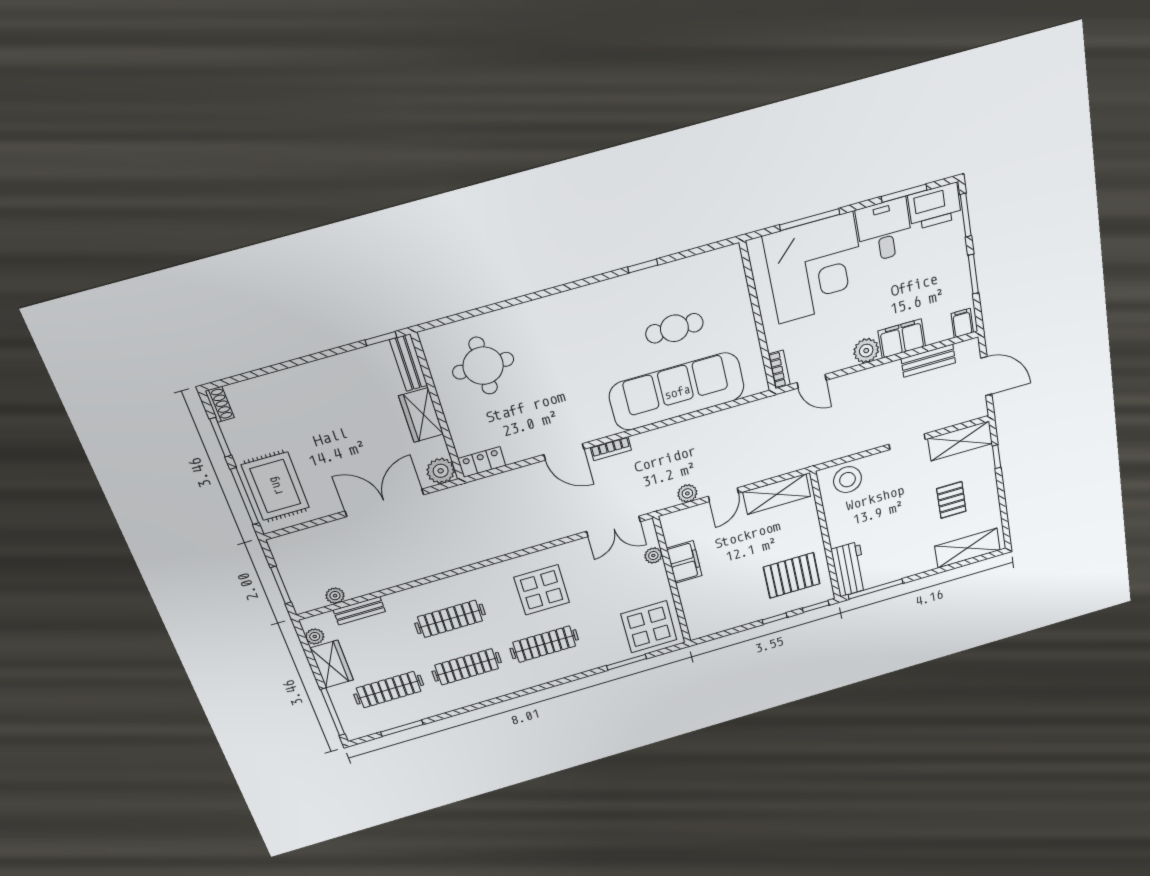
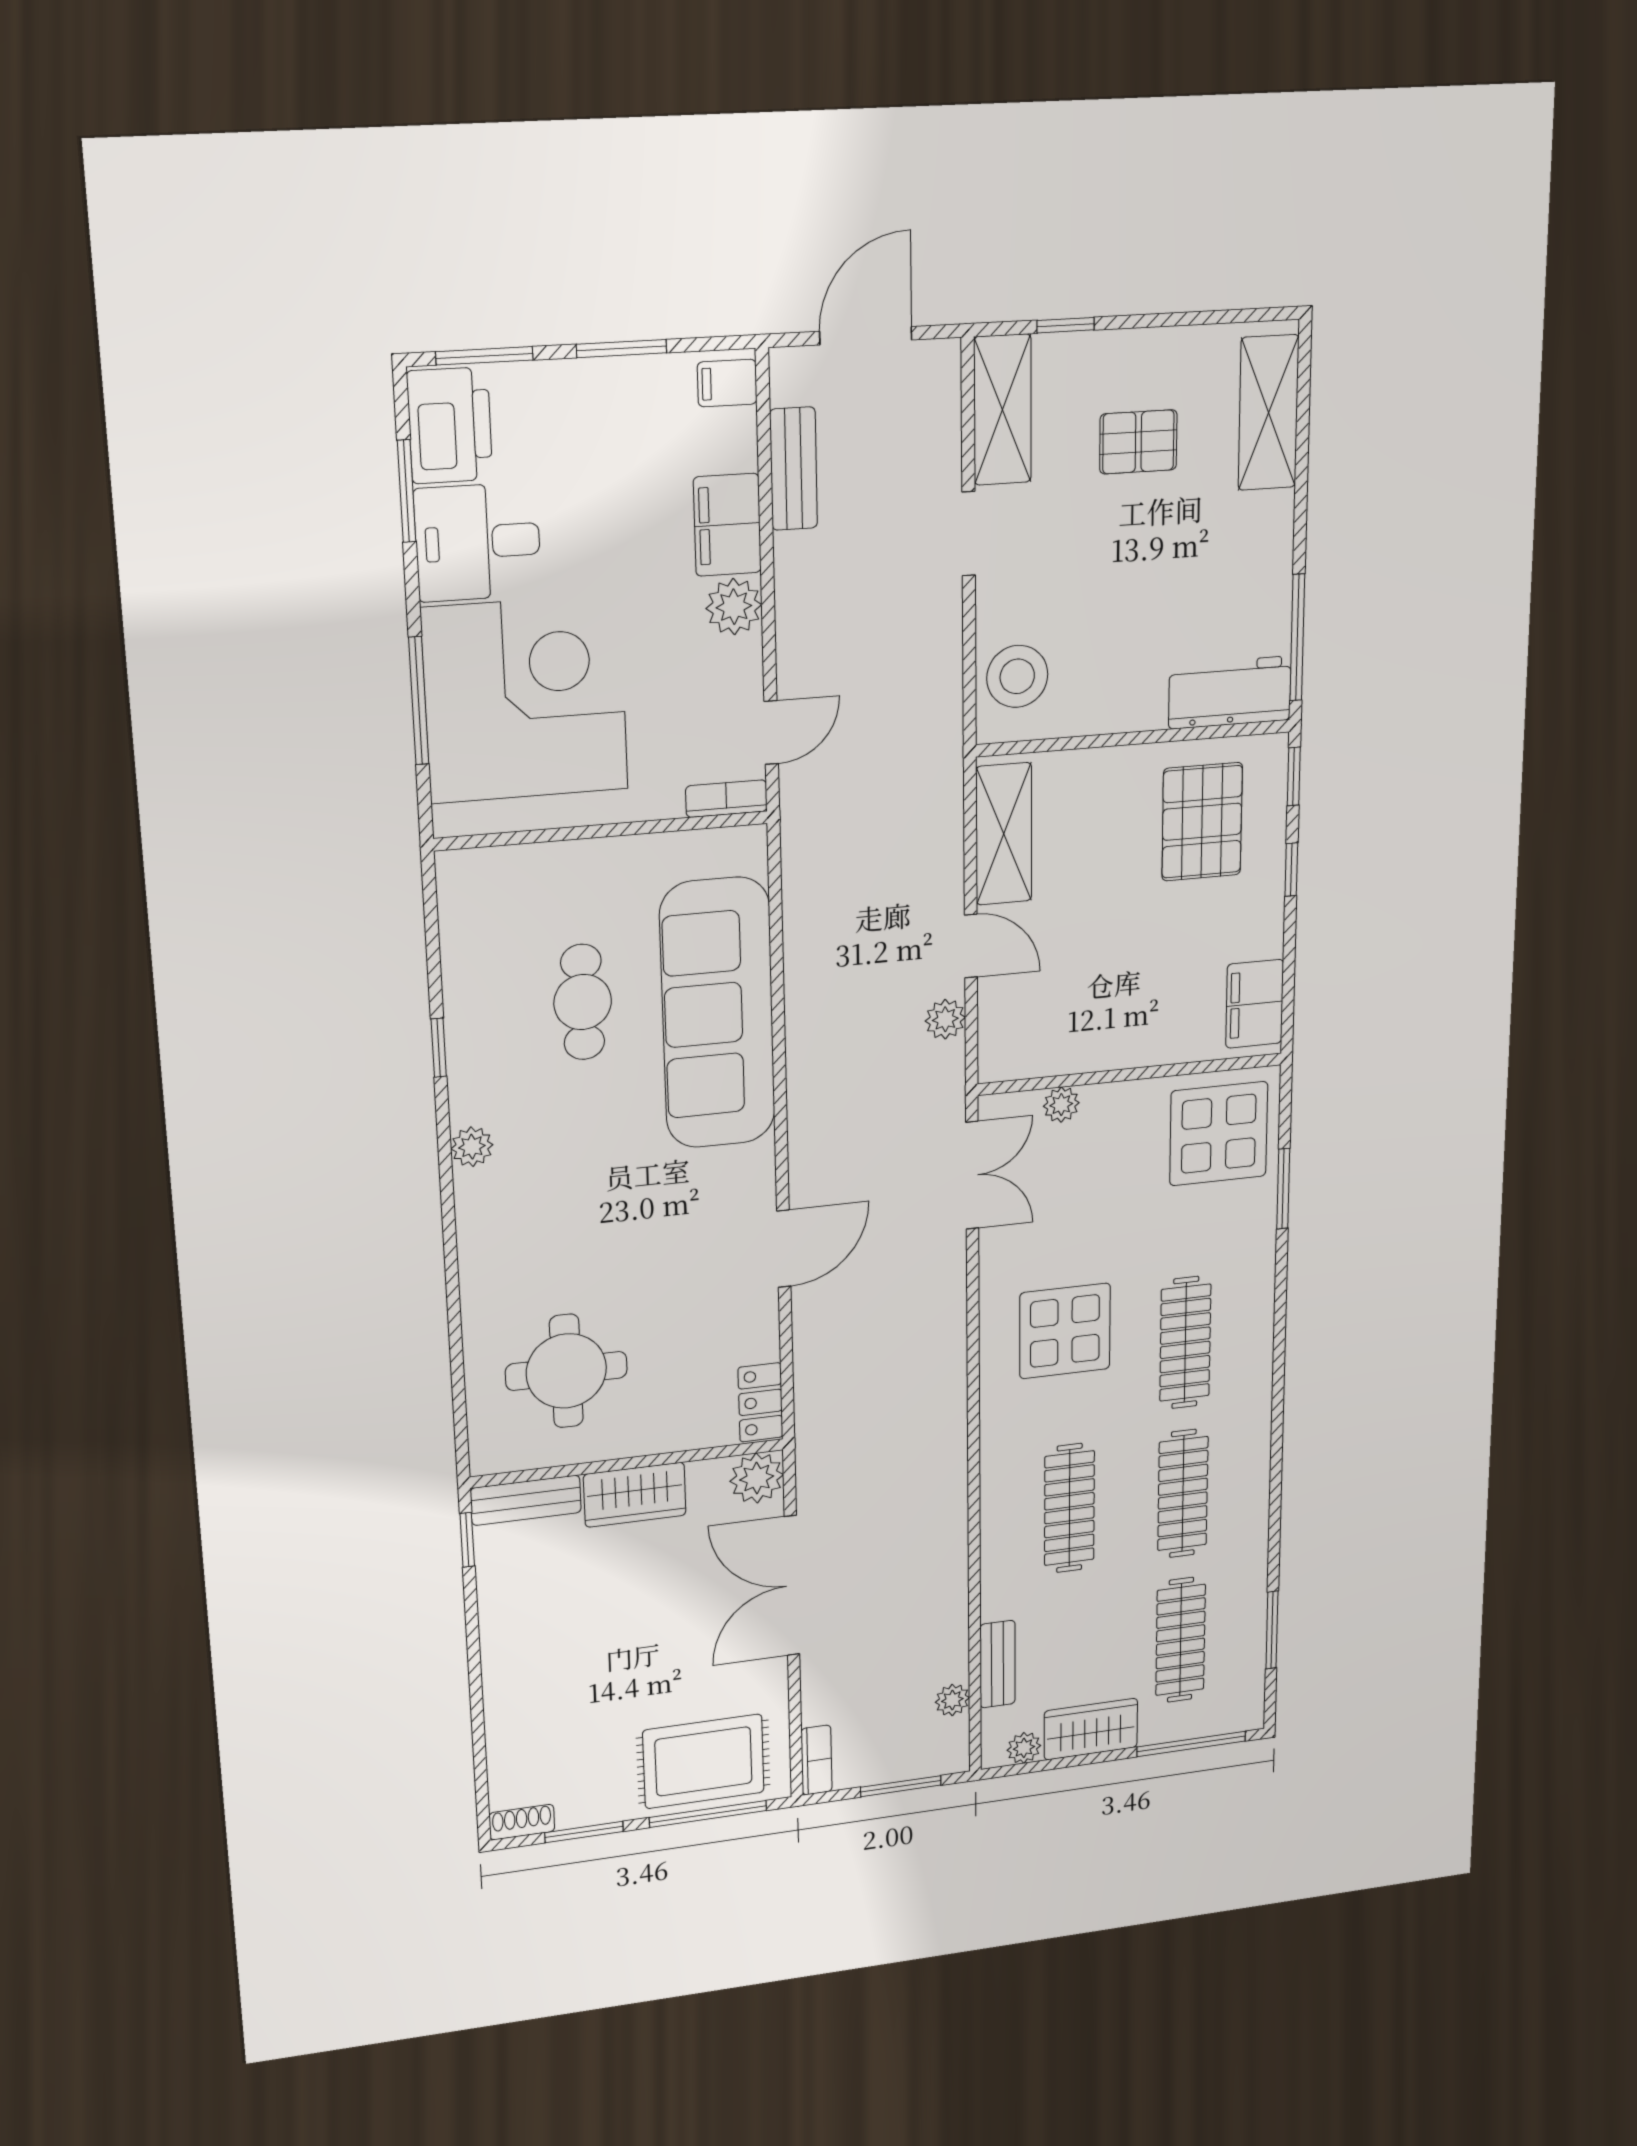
plant: (594, 293) -> (472, 1147), added
bookcase: (611, 449) -> (817, 1760), moved
filing cabinet: (684, 562) -> (1255, 1004), moved, turned -90

